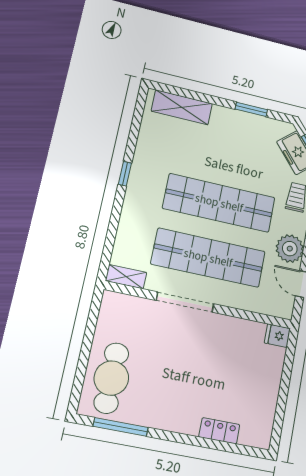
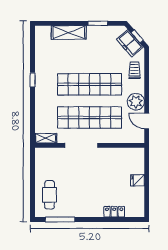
shelving: (182, 107) -> (69, 32), moved
fridge: (277, 336) -> (137, 180), moved
cafe table: (111, 378) -> (50, 195), width x0.73, depth x0.74

